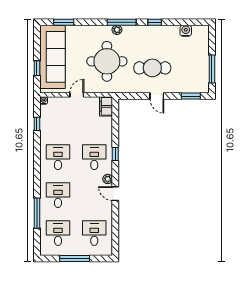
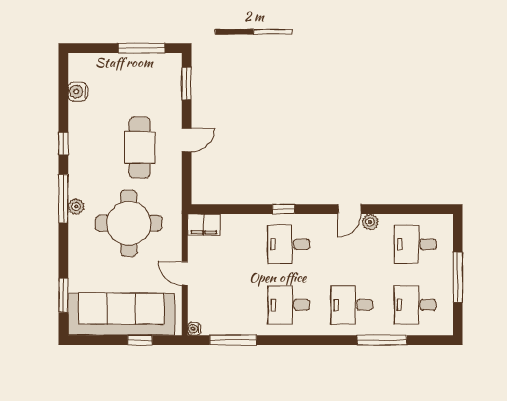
window: (37, 124) -> (233, 340), width x2.17
plant: (108, 179) -> (370, 222), moved

